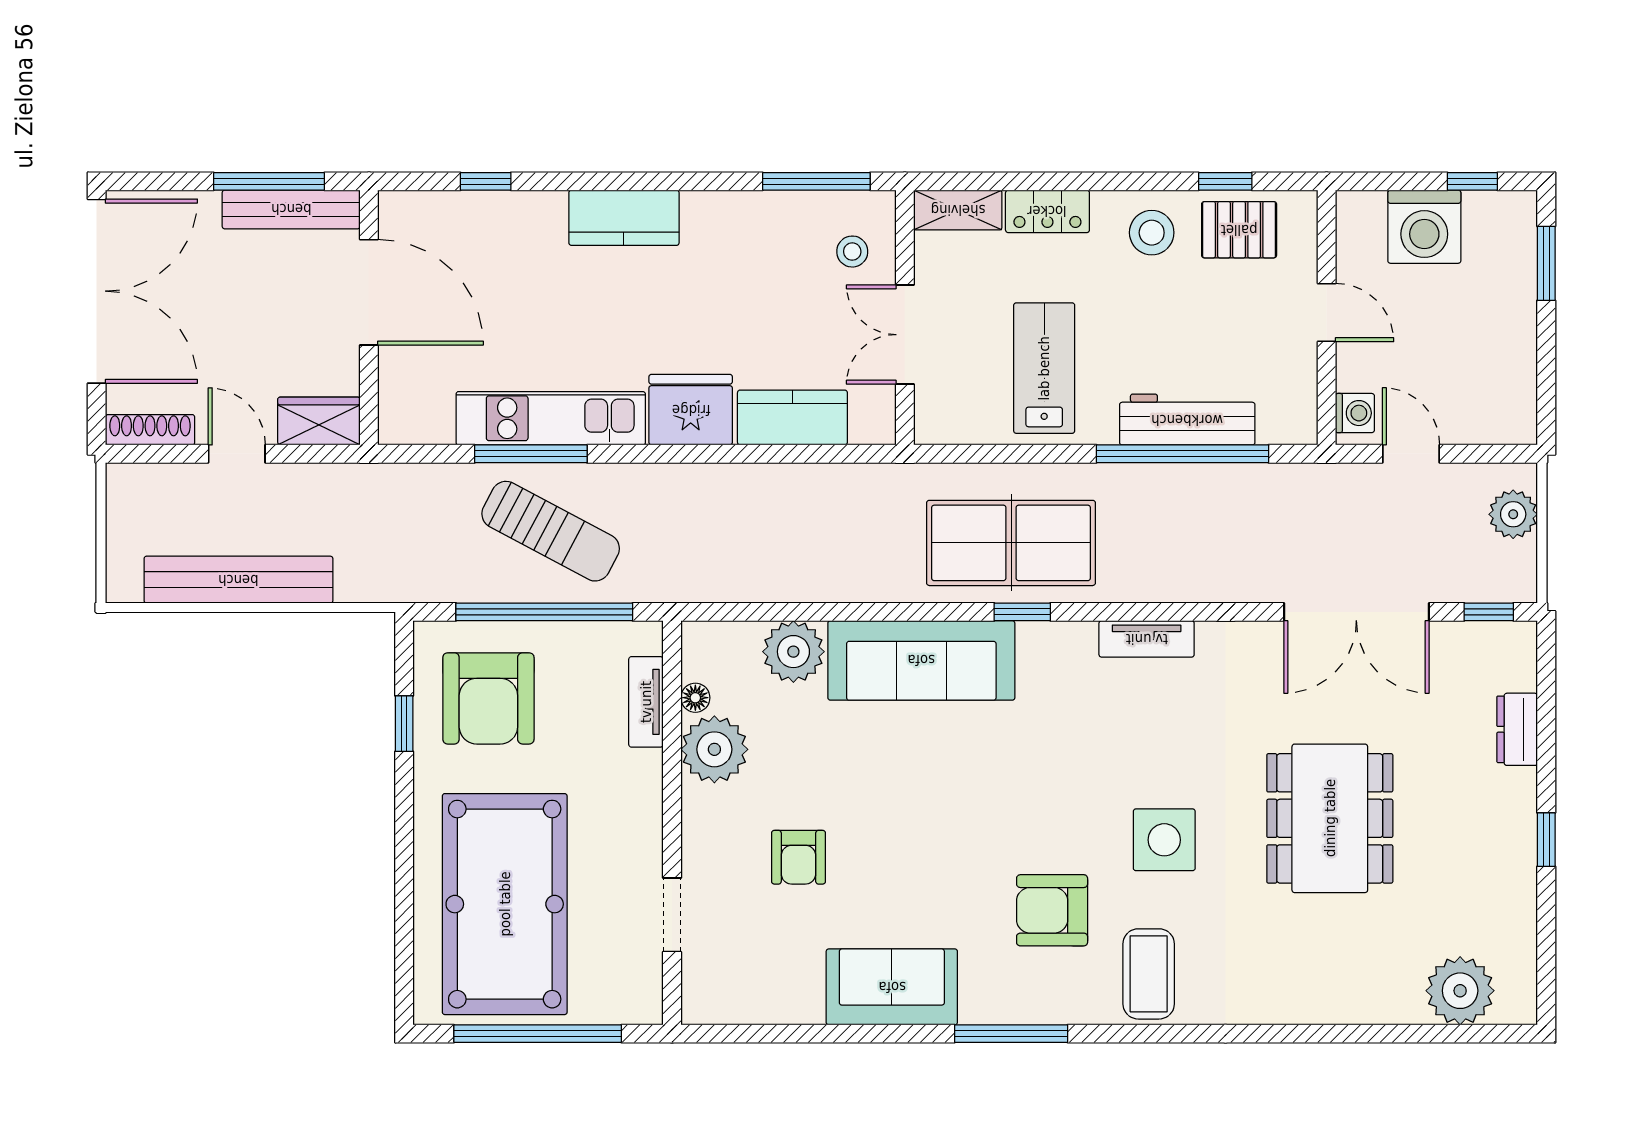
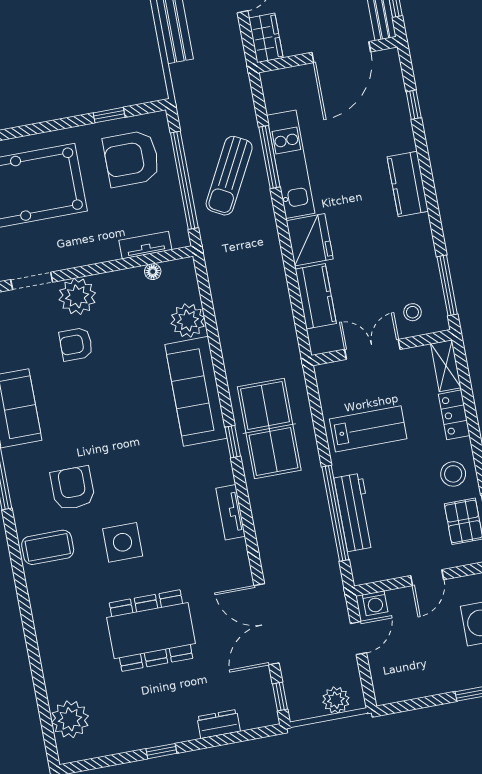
plant: (714, 749) -> (77, 296), moved

